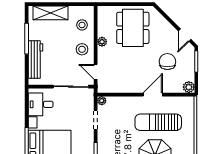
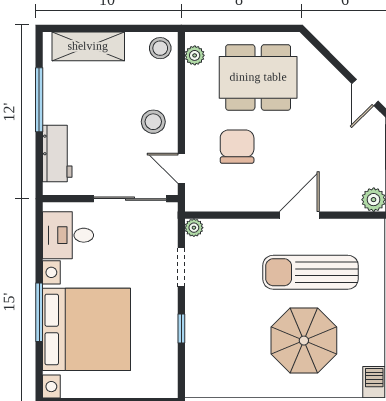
stool: (82, 25) -> (160, 48), moved
dining table: (133, 28) -> (258, 77), turned 90
plant: (102, 42) -> (195, 55), moved
workbench: (35, 60) -> (57, 153), width x0.73
chair: (167, 62) -> (237, 147), moved

